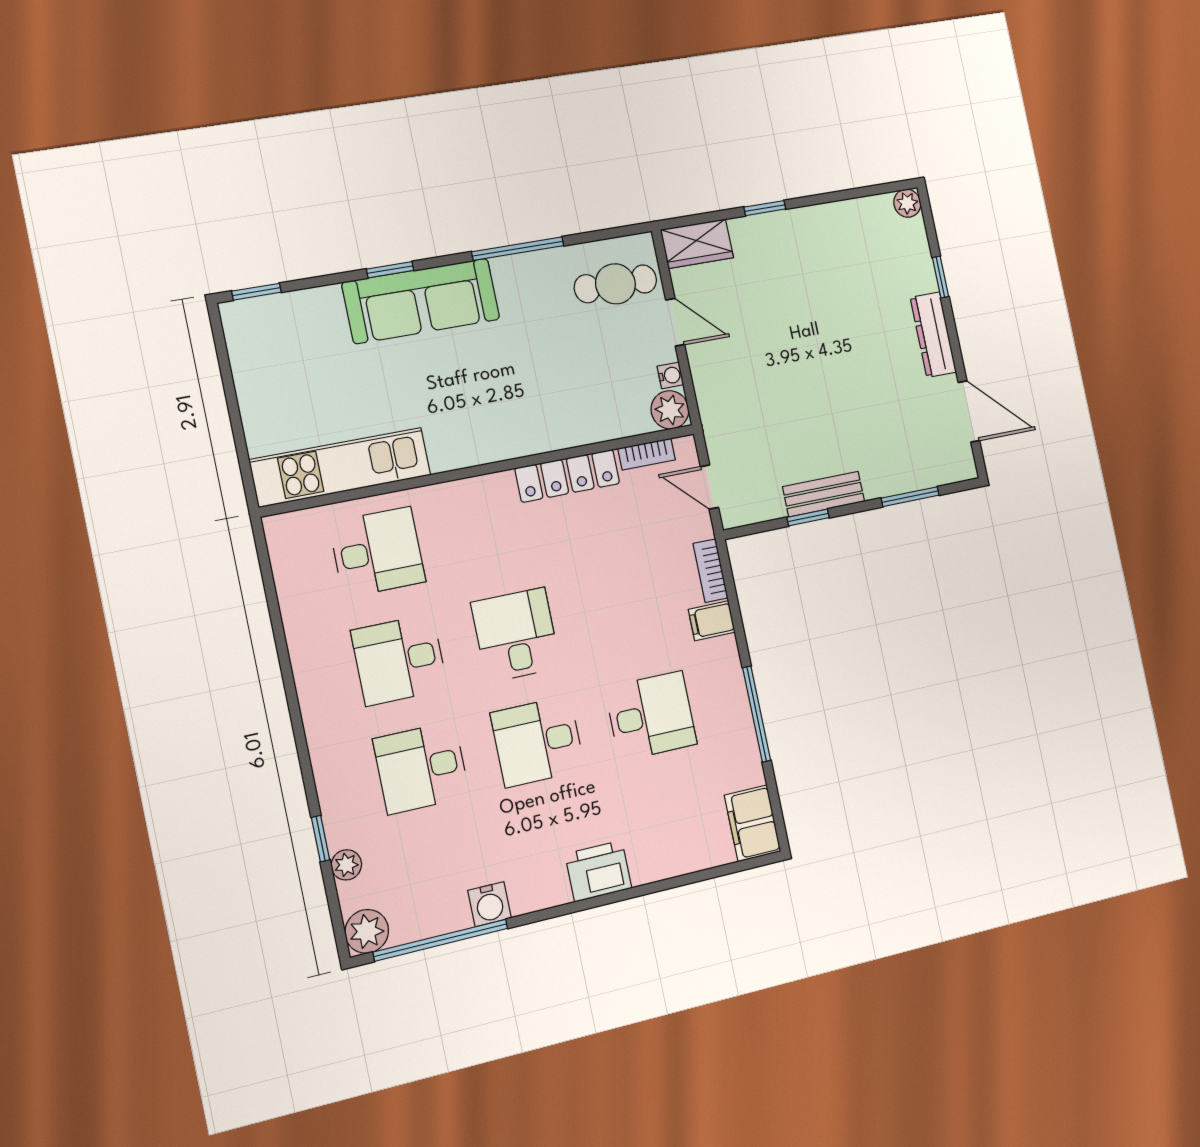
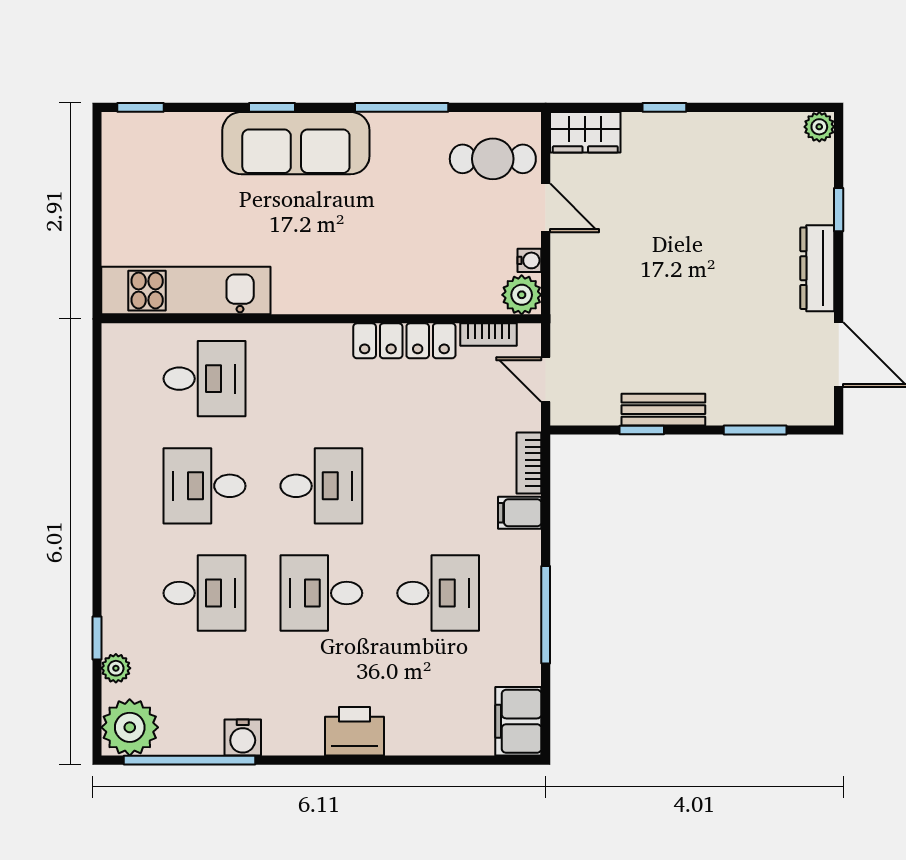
desk: (516, 635) -> (321, 486), turned 90
desk: (421, 768) -> (204, 593), turned 180
plant: (367, 931) -> (130, 727), width x1.36, depth x1.36

